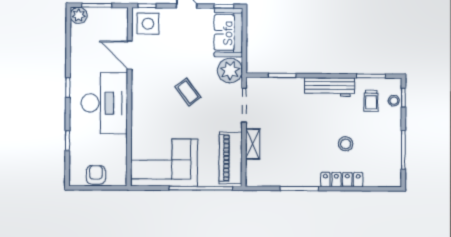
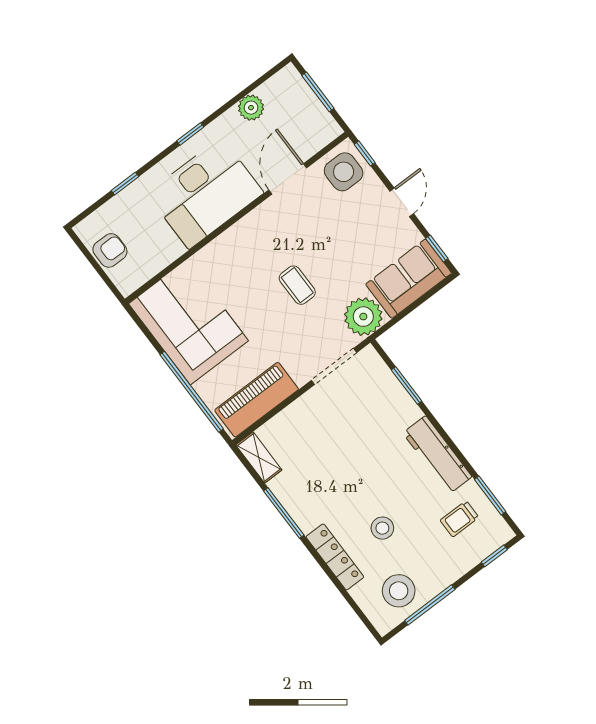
plant: (79, 15) -> (251, 108), moved
coffee table: (188, 92) -> (297, 285), turned -53
stool: (394, 101) -> (399, 591), moved, width x1.89, depth x1.89
shelving: (253, 144) -> (259, 457), moved, turned 90

